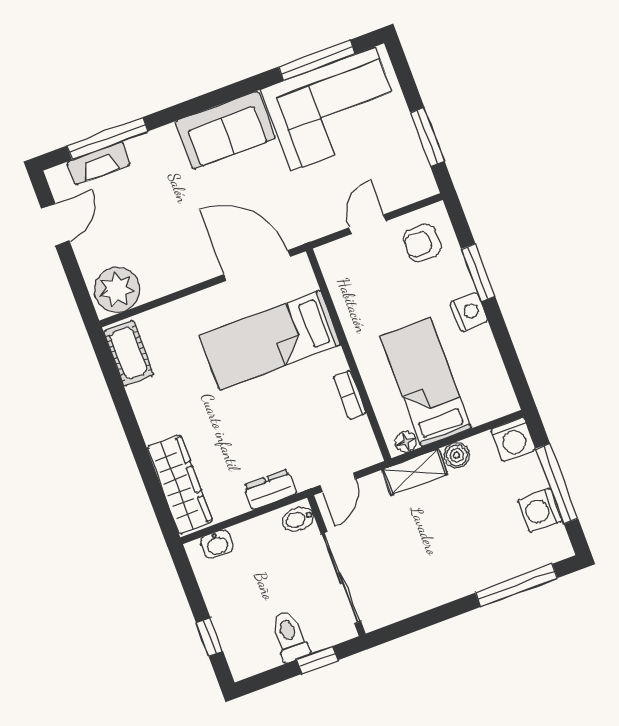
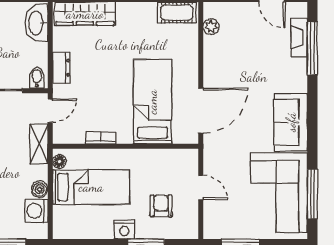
armchair: (422, 243) -> (161, 206), moved
plant: (117, 290) -> (211, 27), width x0.53, depth x0.53
washing machine: (513, 440) -> (36, 211), moved
shelving: (415, 472) -> (39, 144), moved
door: (338, 482) -> (50, 111), swing flipped
washbasin: (217, 544) -> (37, 23), width x1.91, depth x1.45

